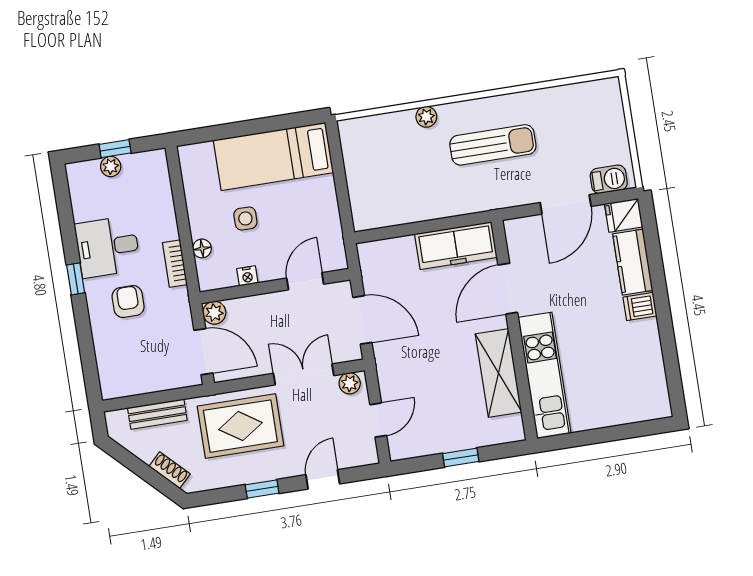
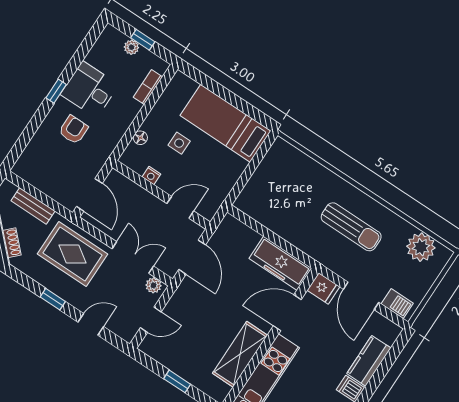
plant: (426, 117) -> (421, 247), moved, width x1.88, depth x1.88
door: (566, 204) -> (361, 296), hinge flipped
fridge: (624, 215) -> (323, 288), moved, turned 180
bookcase: (175, 264) -> (148, 87), moved
plant: (214, 313) -> (115, 179), removed

